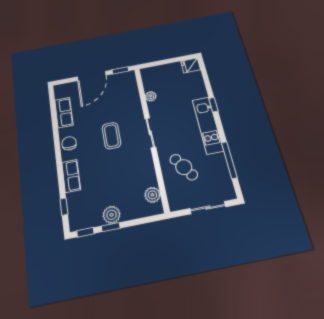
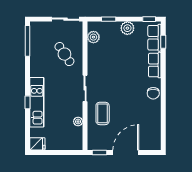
row of seats: (64, 112) -> (154, 38), moved
kitchen unit: (208, 125) -> (37, 102), moved
coffee table: (111, 136) -> (103, 113), moved
window: (229, 160) -> (28, 41), moved
sliding door: (208, 208) -> (65, 19), moved
window: (111, 227) -> (109, 19), moved

